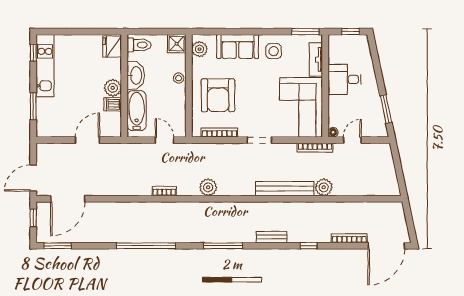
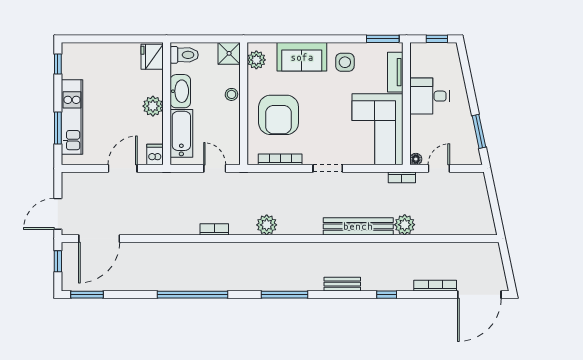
kitchen unit: (45, 66) -> (72, 117), moved
dishwasher: (113, 104) -> (155, 155), moved, turned 90
bookcase: (315, 148) -> (402, 177), width x0.64

